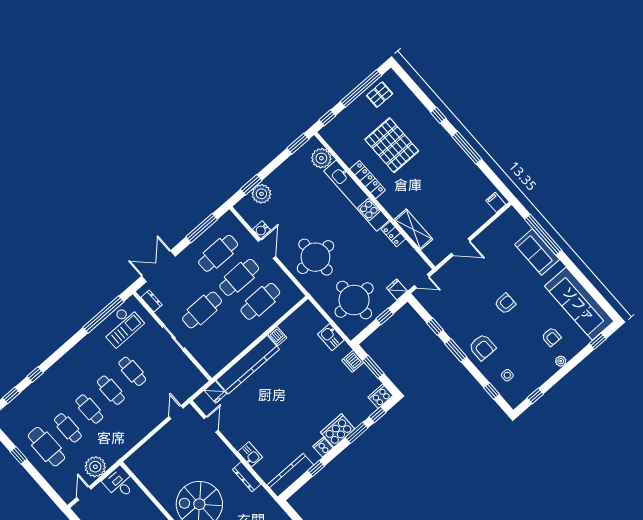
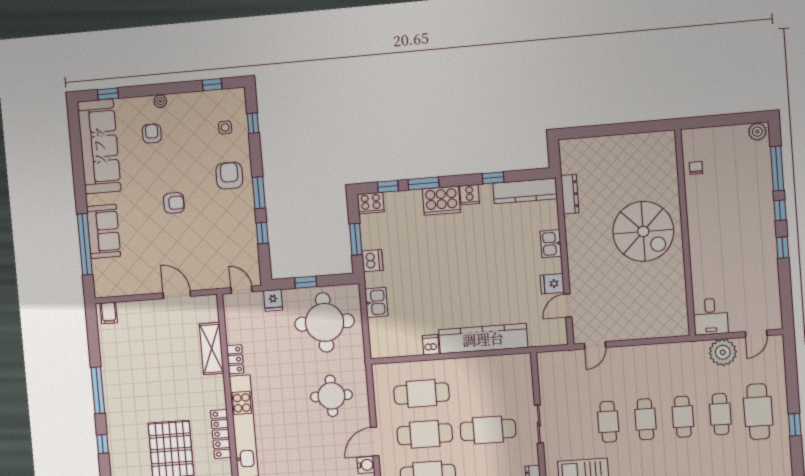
round table: (315, 257) -> (331, 396), width x0.73, depth x0.73
armchair: (505, 304) -> (174, 203), turned 180
fridge: (215, 392) -> (552, 284), moved, turned -90
dresser: (247, 477) -> (570, 194), moved

